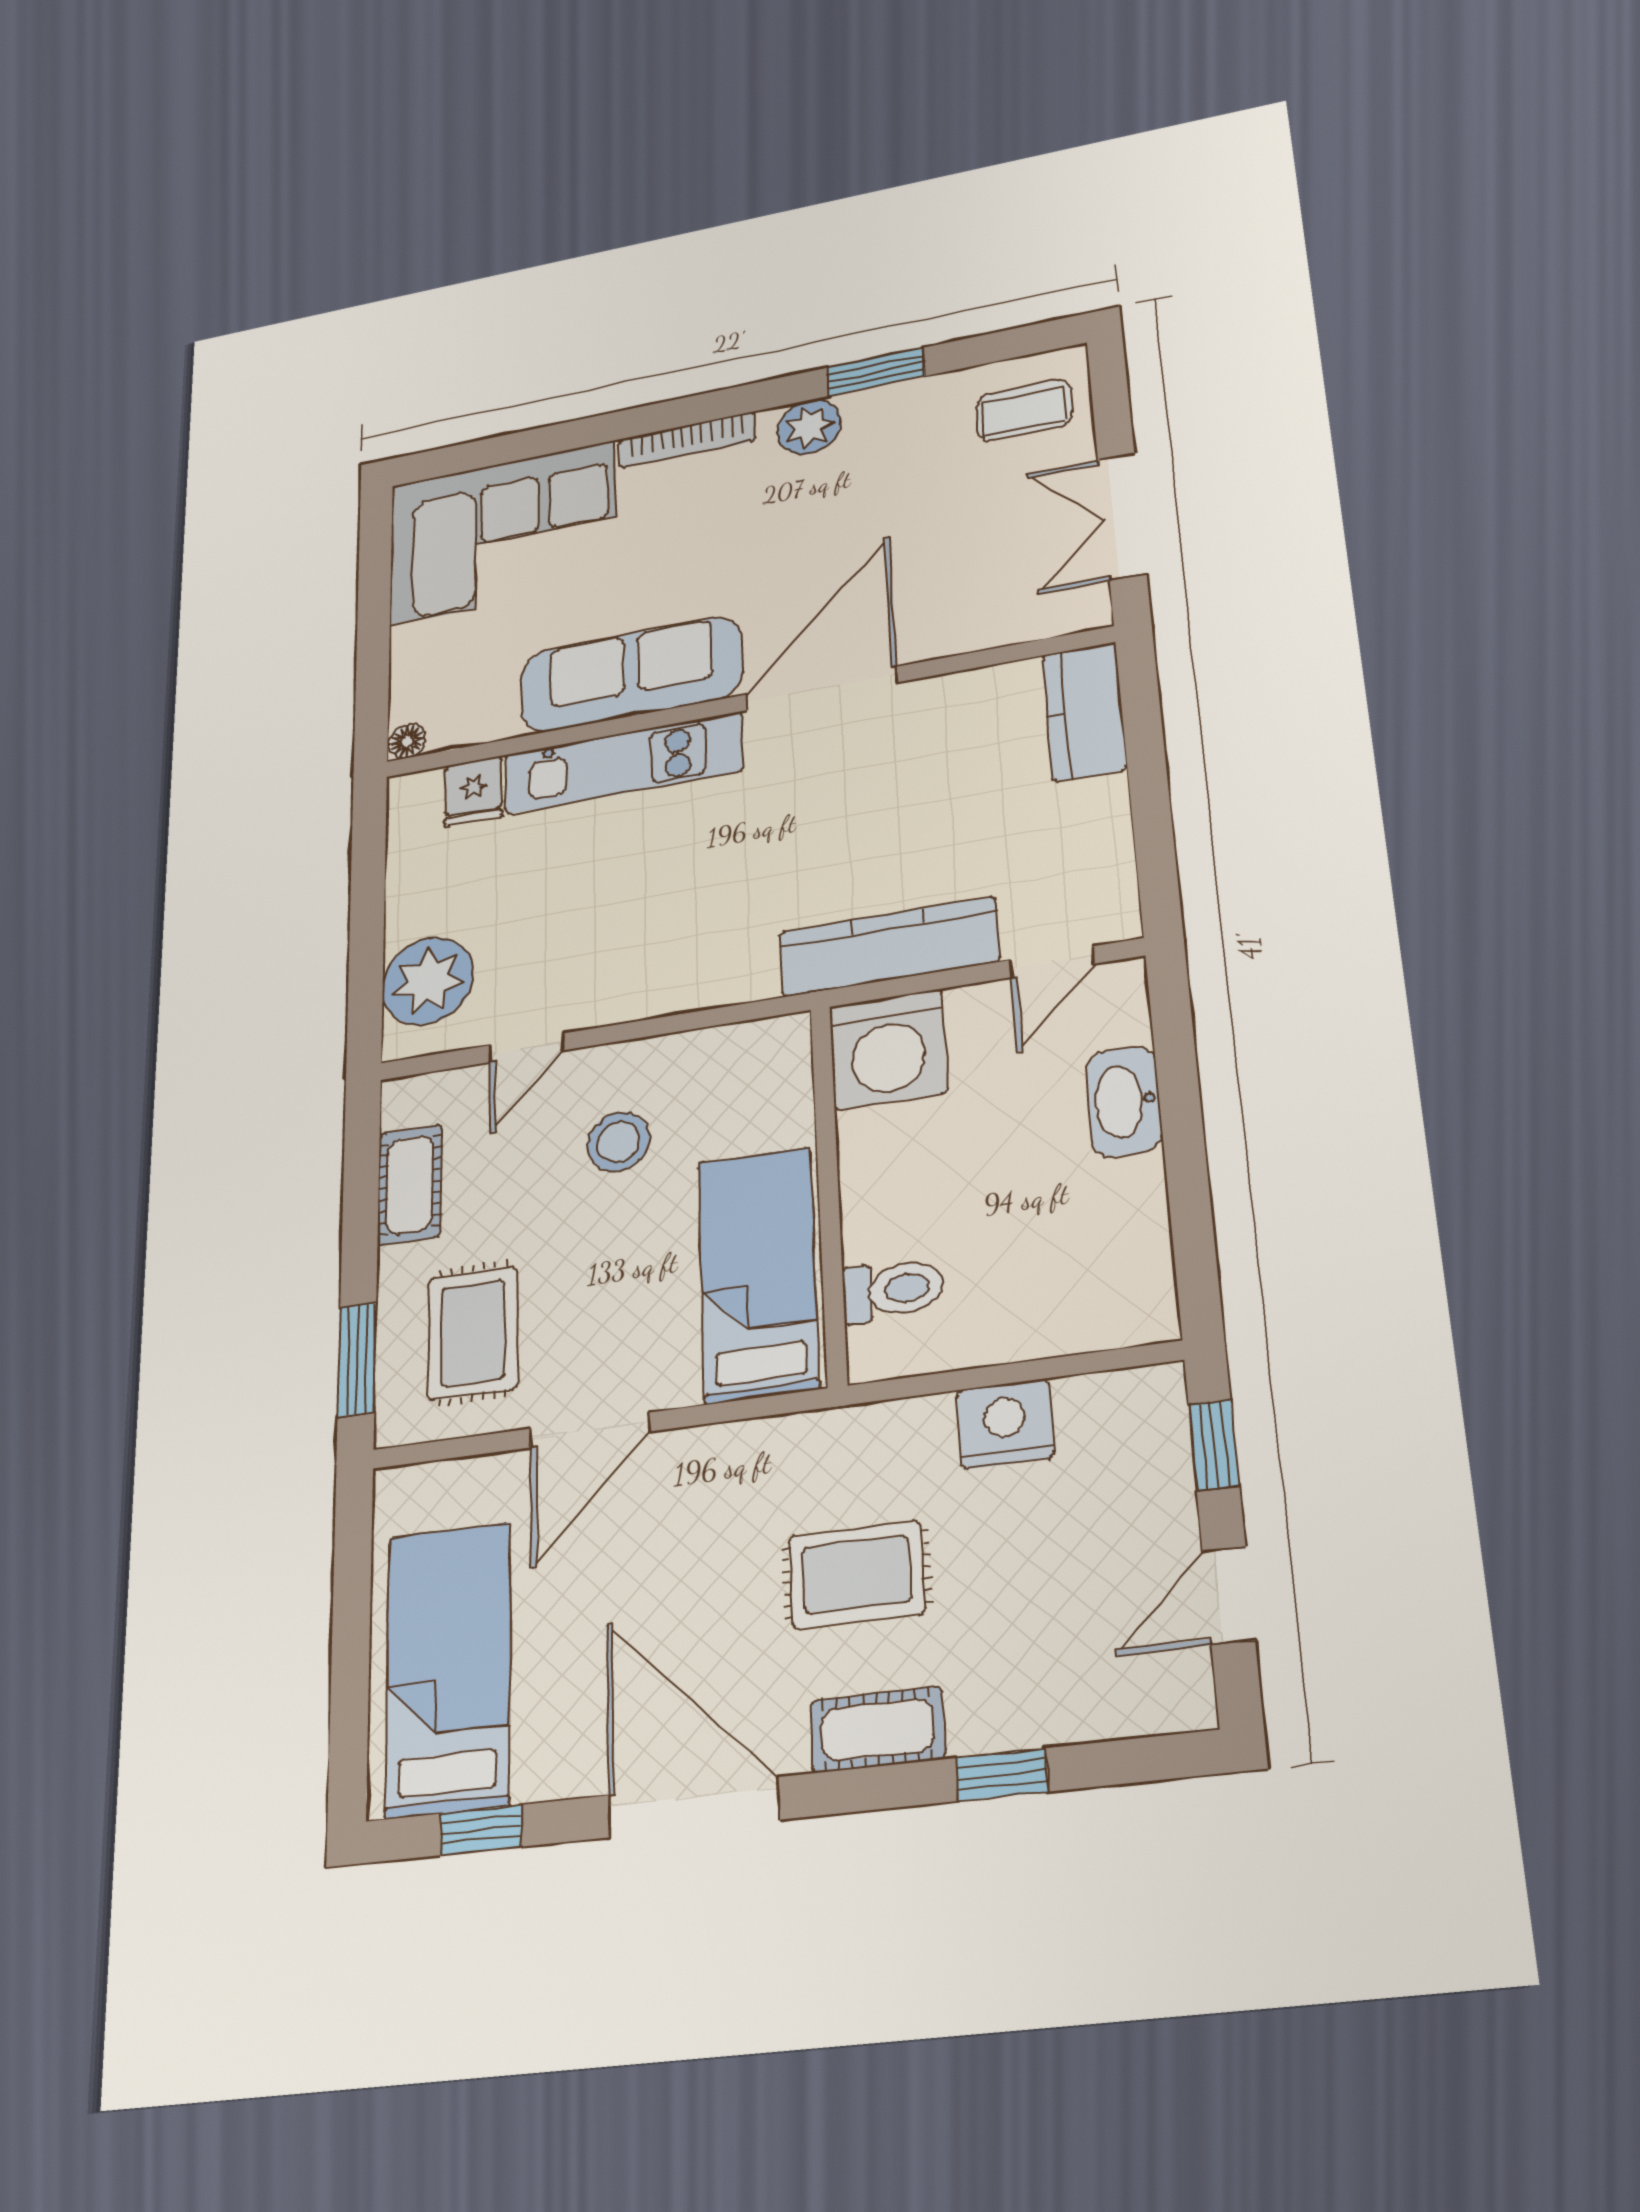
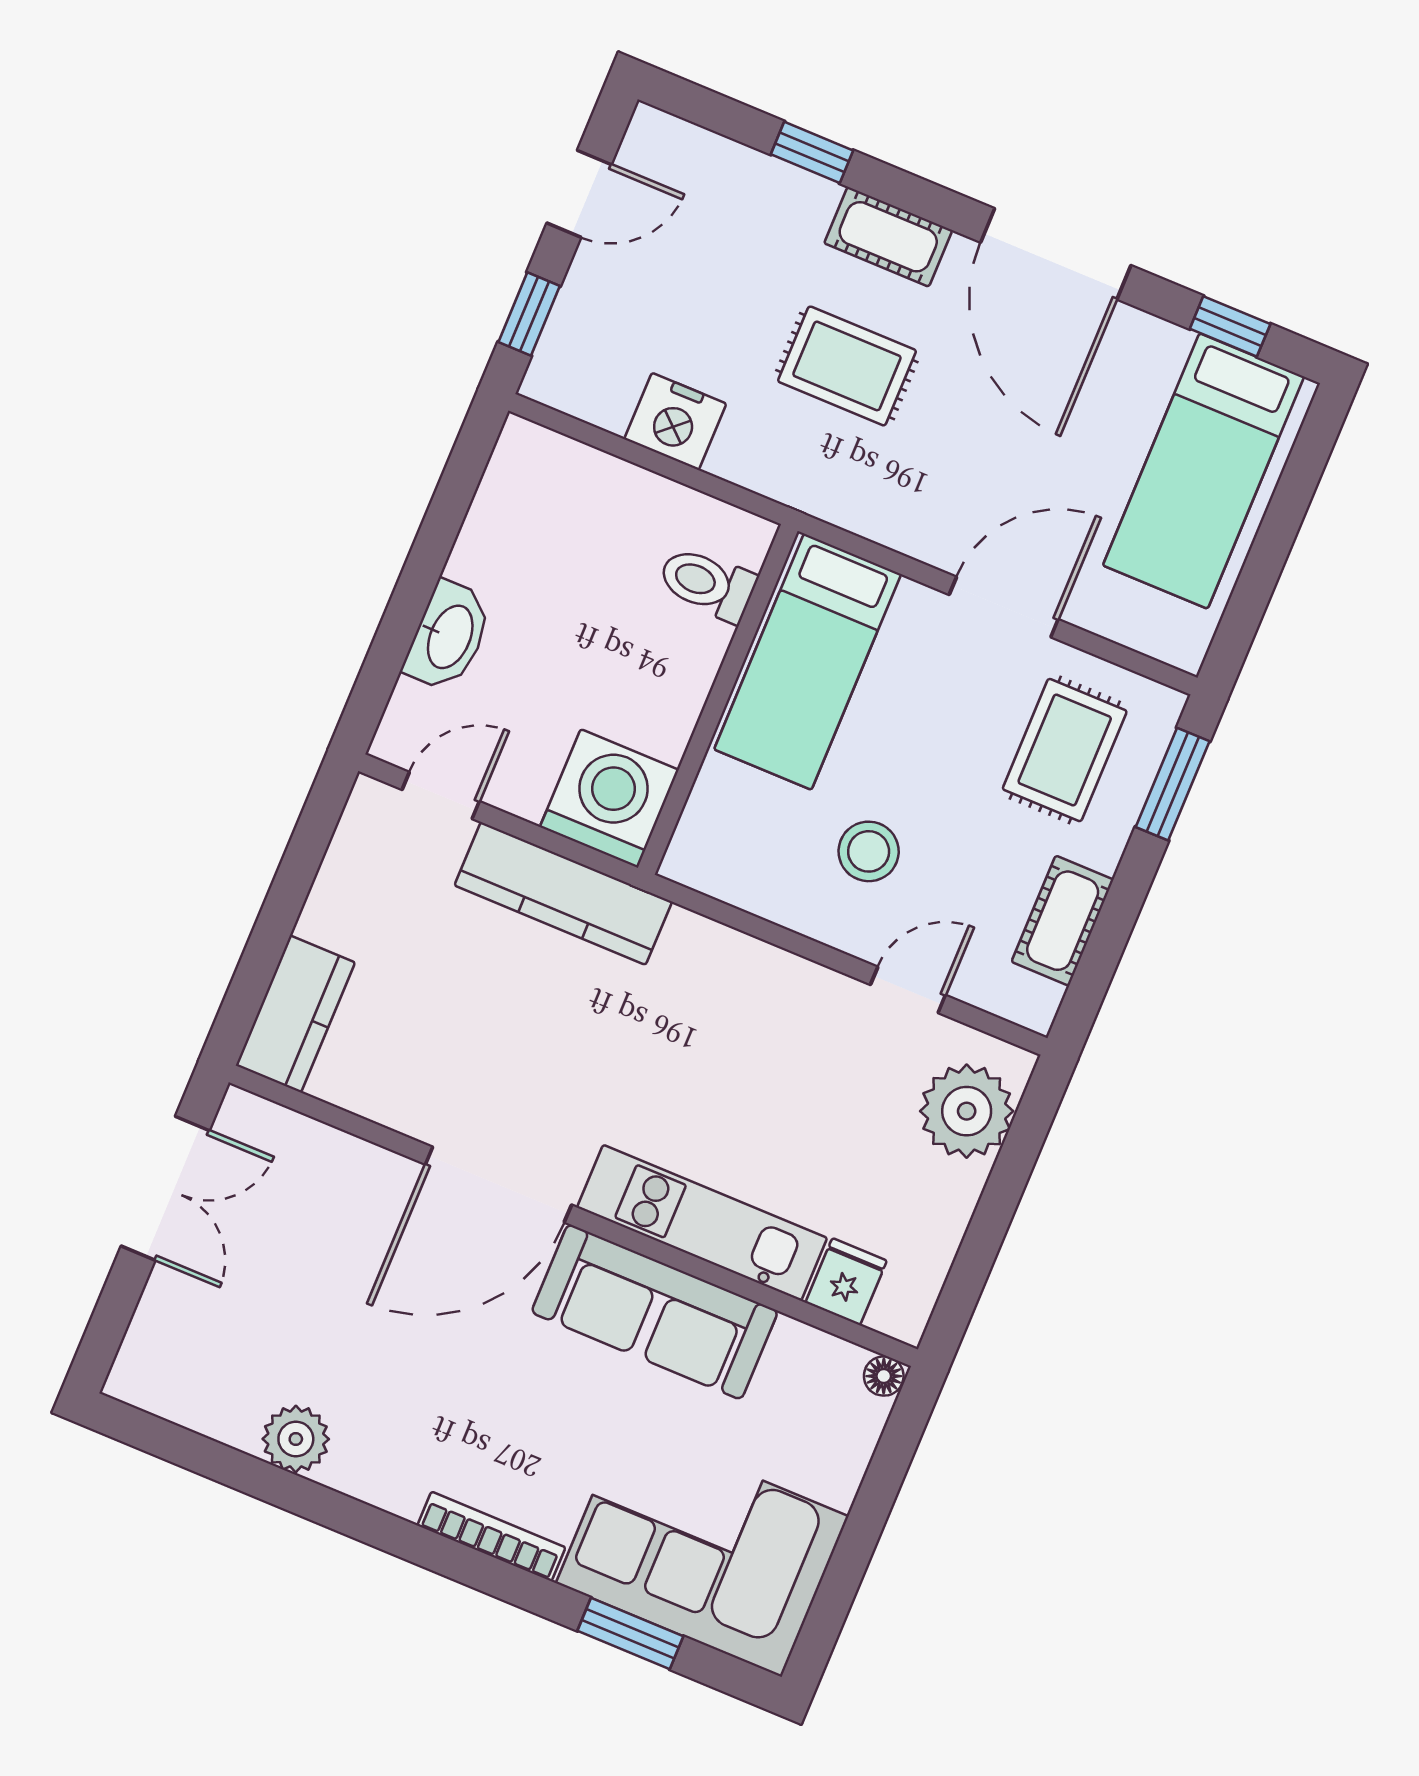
window: (876, 372) -> (630, 1634), moved
coffee table: (1024, 410) -> (188, 1358), removed
plant: (809, 427) -> (296, 1439), moved

